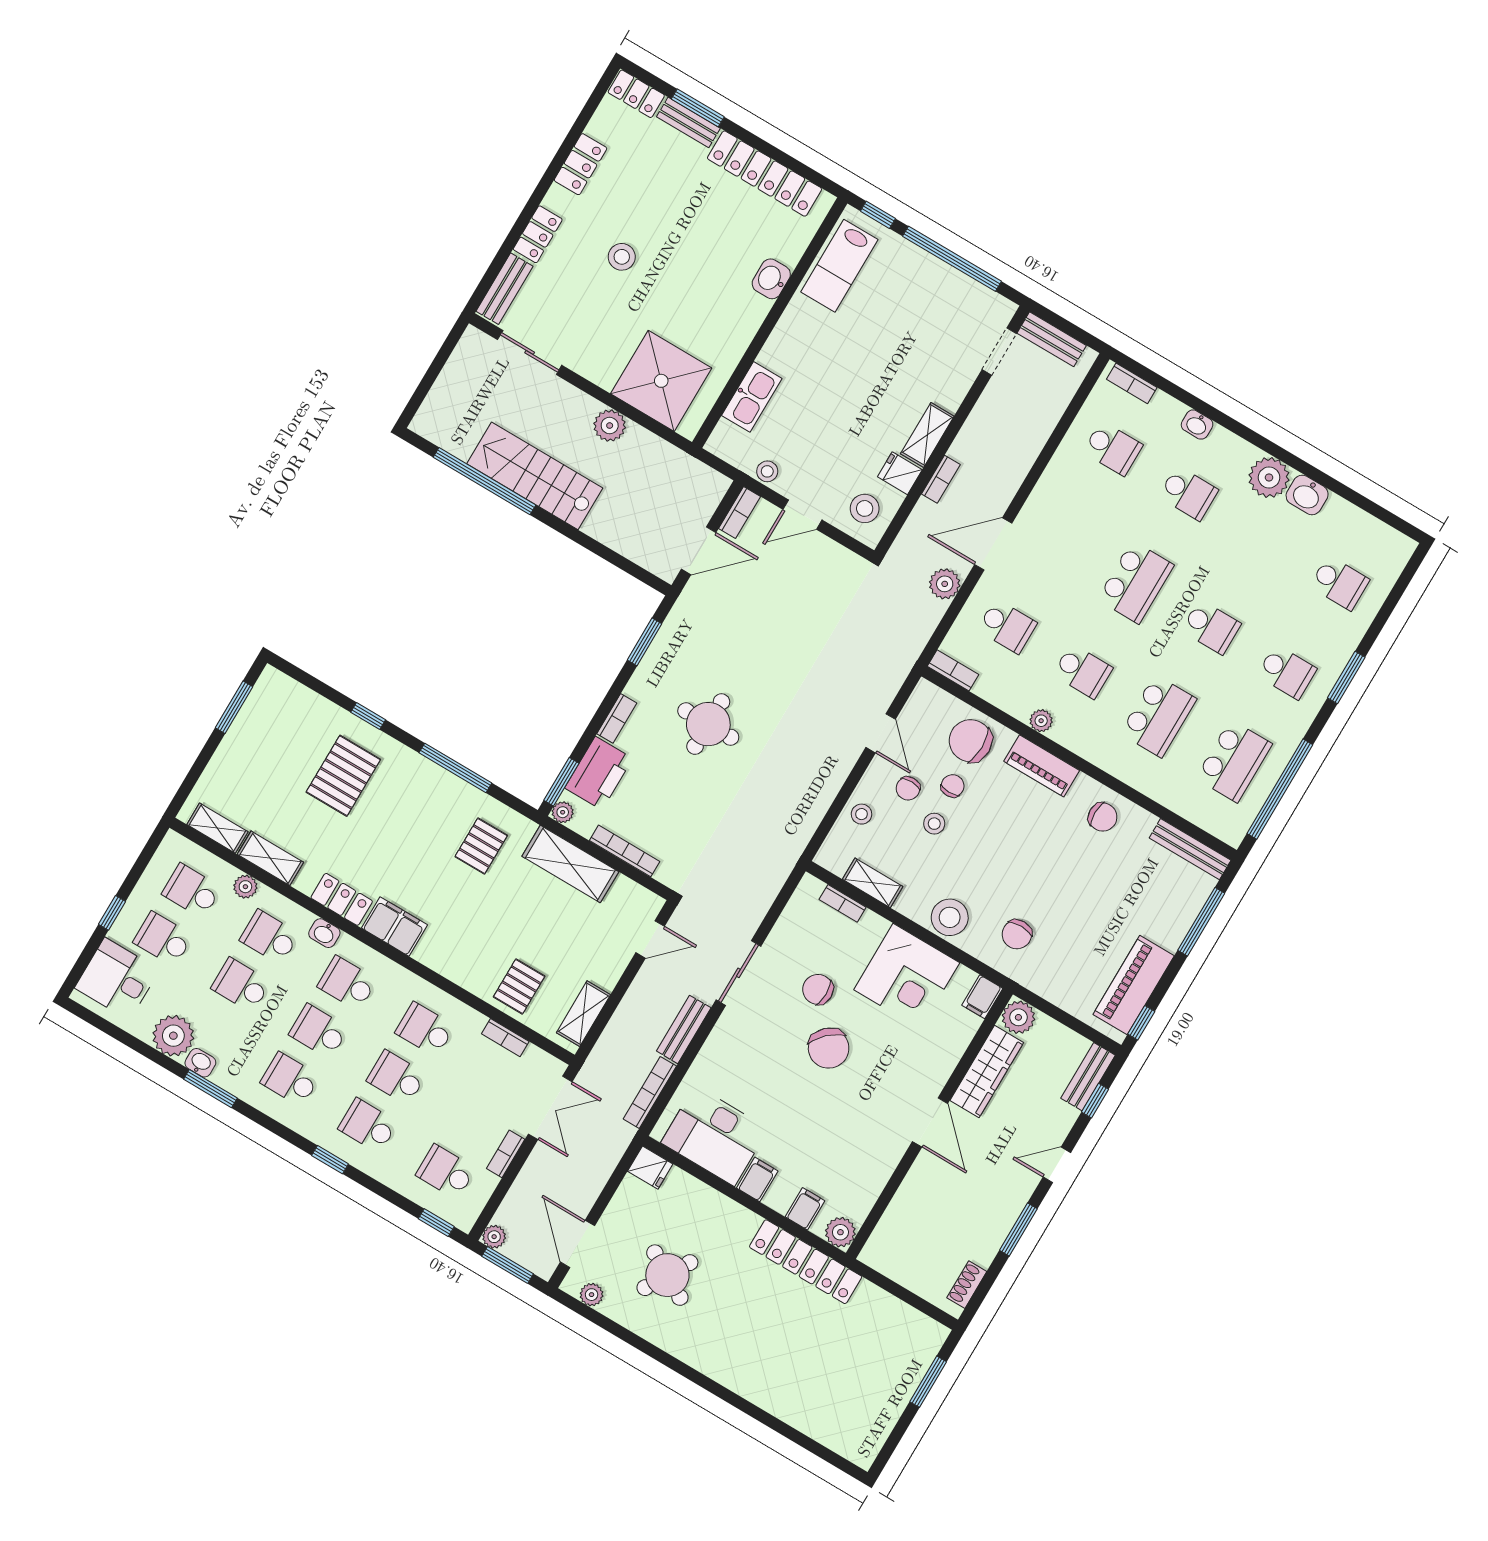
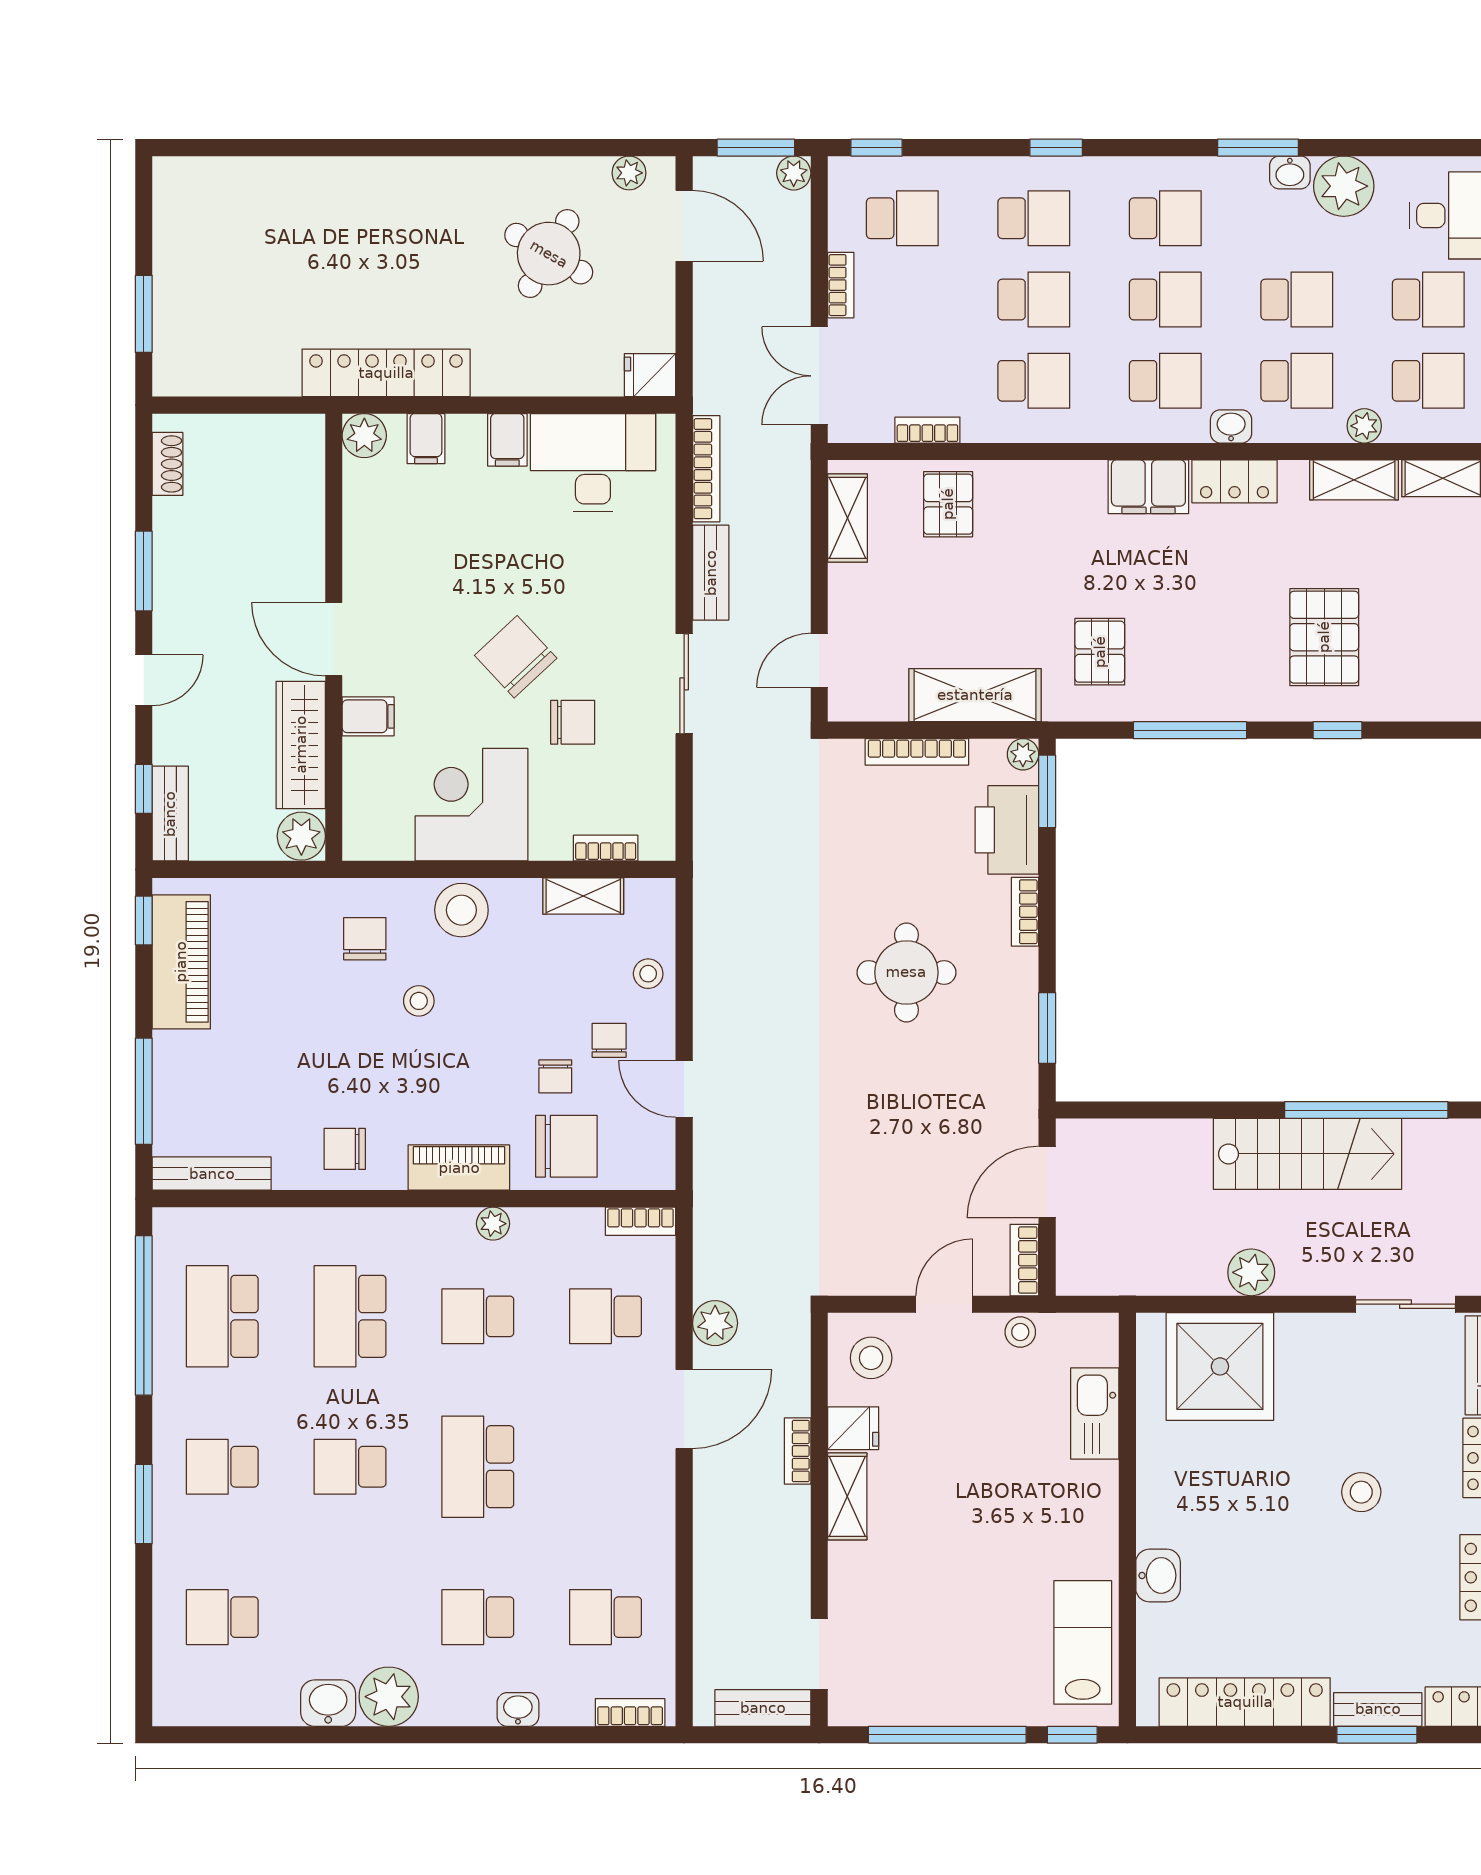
stool: (934, 824) -> (419, 1001), moved
filing cabinet: (982, 997) -> (368, 716), moved, turned 90

